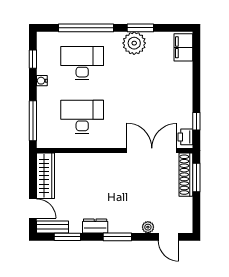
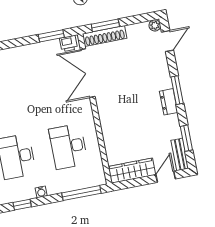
window: (196, 121) -> (51, 36), width x1.50
dresser: (95, 226) -> (169, 102), moved
plant: (148, 227) -> (155, 25), moved

